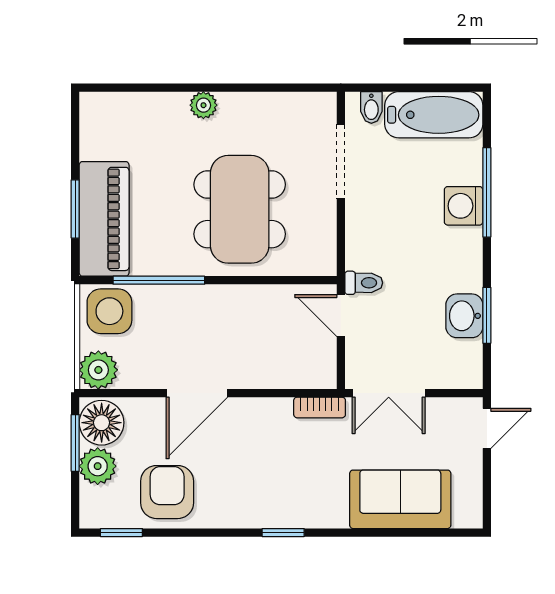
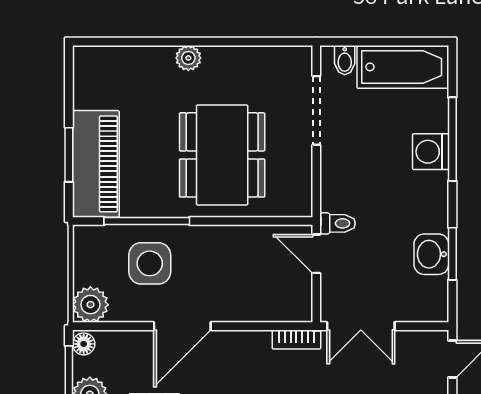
side table: (109, 311) -> (150, 263), moved
floor lamp: (102, 423) -> (84, 344), width x0.53, depth x0.53

